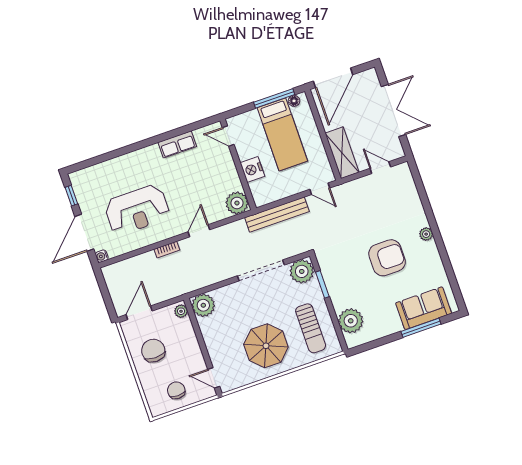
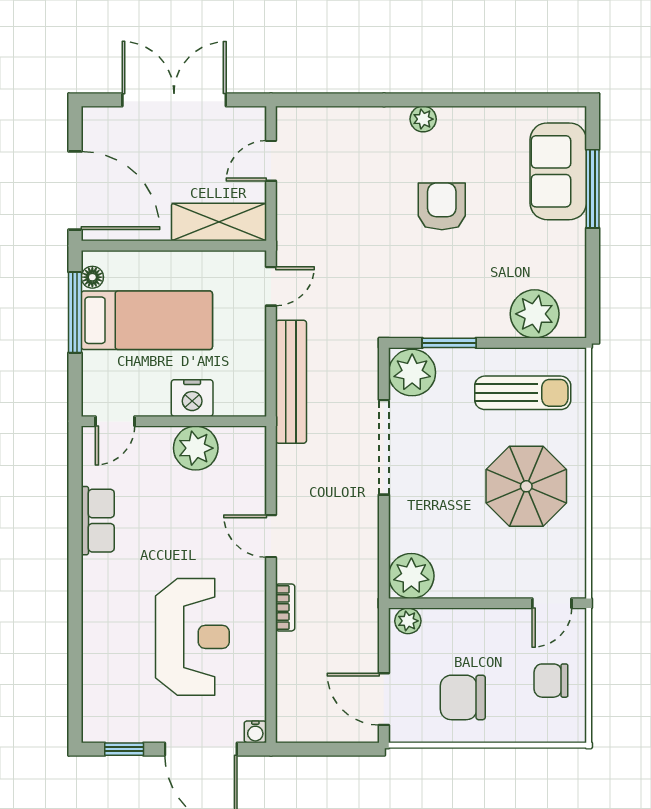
plant: (237, 203) -> (196, 448), moved
armchair: (387, 258) -> (442, 206), width x0.73, depth x0.73

